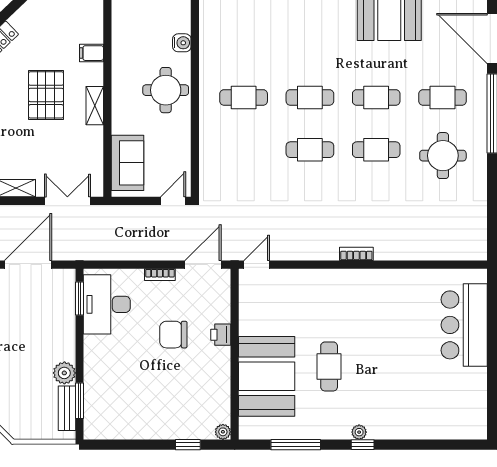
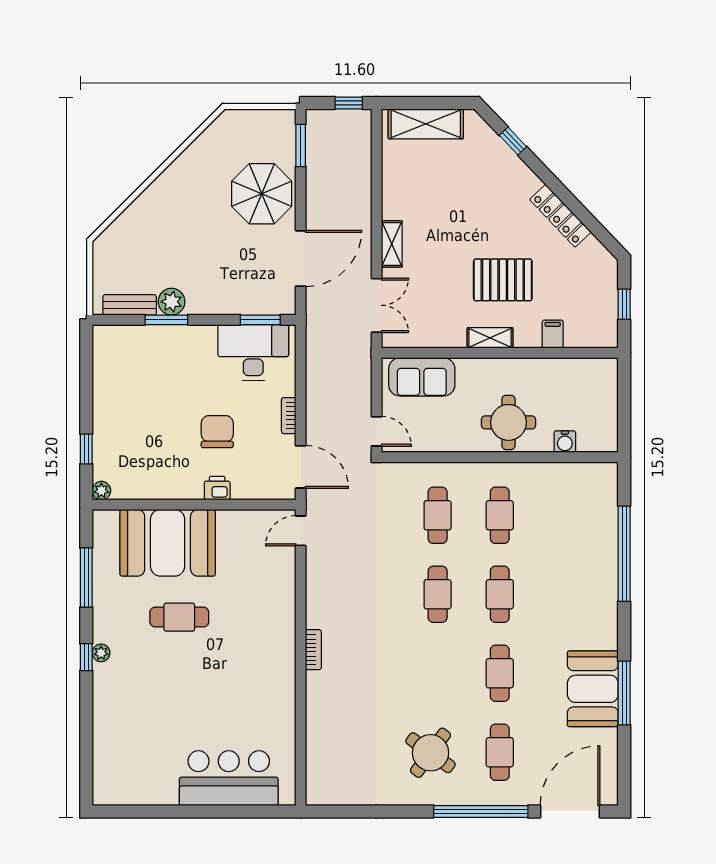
cafe table: (376, 150) -> (438, 515), moved
round table: (443, 156) -> (431, 753), turned 36
door: (28, 265) -> (301, 258), hinge flipped
door: (257, 265) -> (301, 531), swing flipped
window: (79, 401) -> (166, 320), moved

